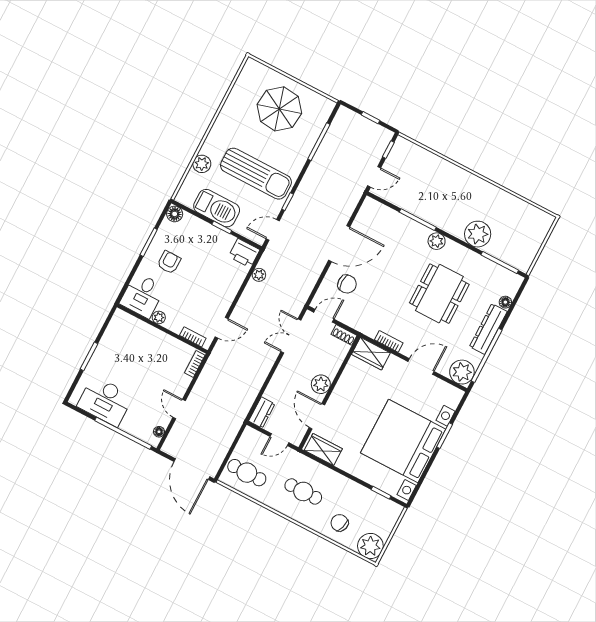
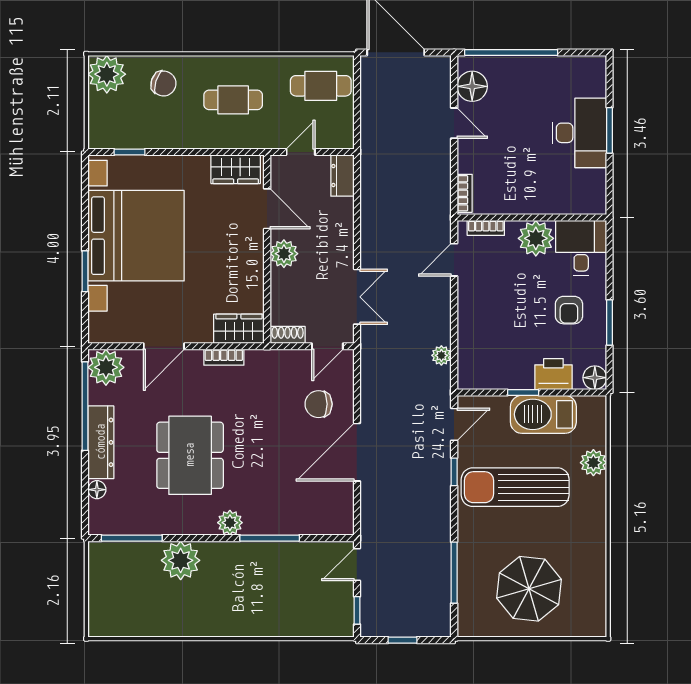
printer: (244, 253) -> (553, 374), moved
plant: (159, 317) -> (536, 238), width x1.87, depth x1.87
desk: (105, 401) -> (579, 133), moved, turned 90
floor lamp: (159, 432) -> (472, 86), width x1.89, depth x1.89

